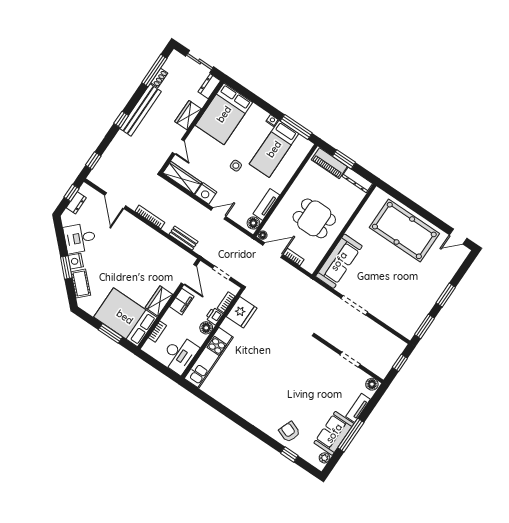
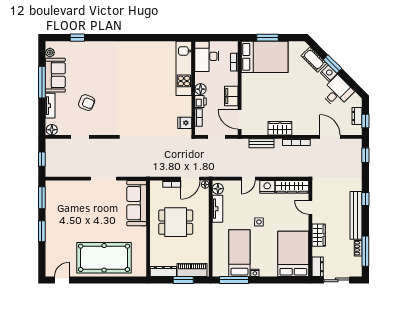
wardrobe: (159, 301) -> (280, 128), moved, turned -90
fridge: (242, 312) -> (185, 123), width x0.53, depth x0.75
armchair: (289, 432) -> (87, 103), moved

